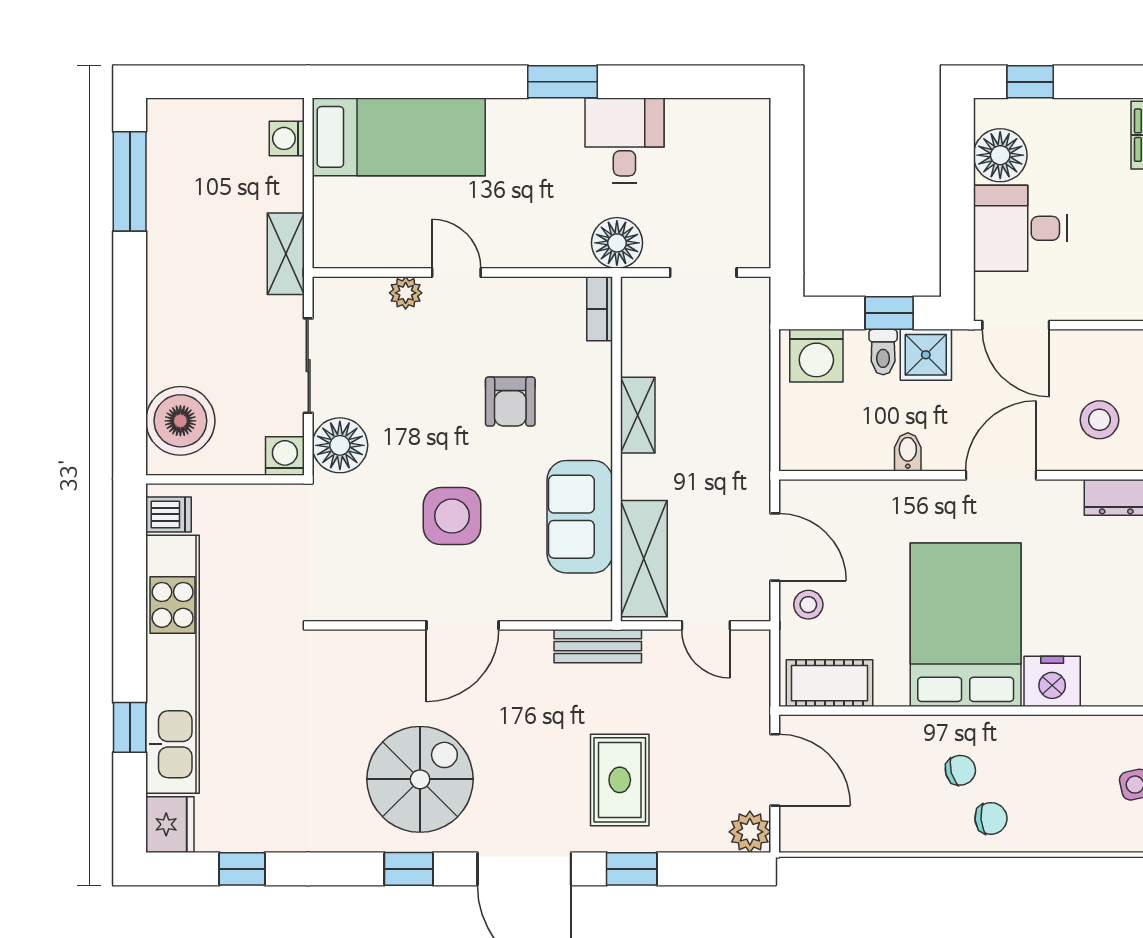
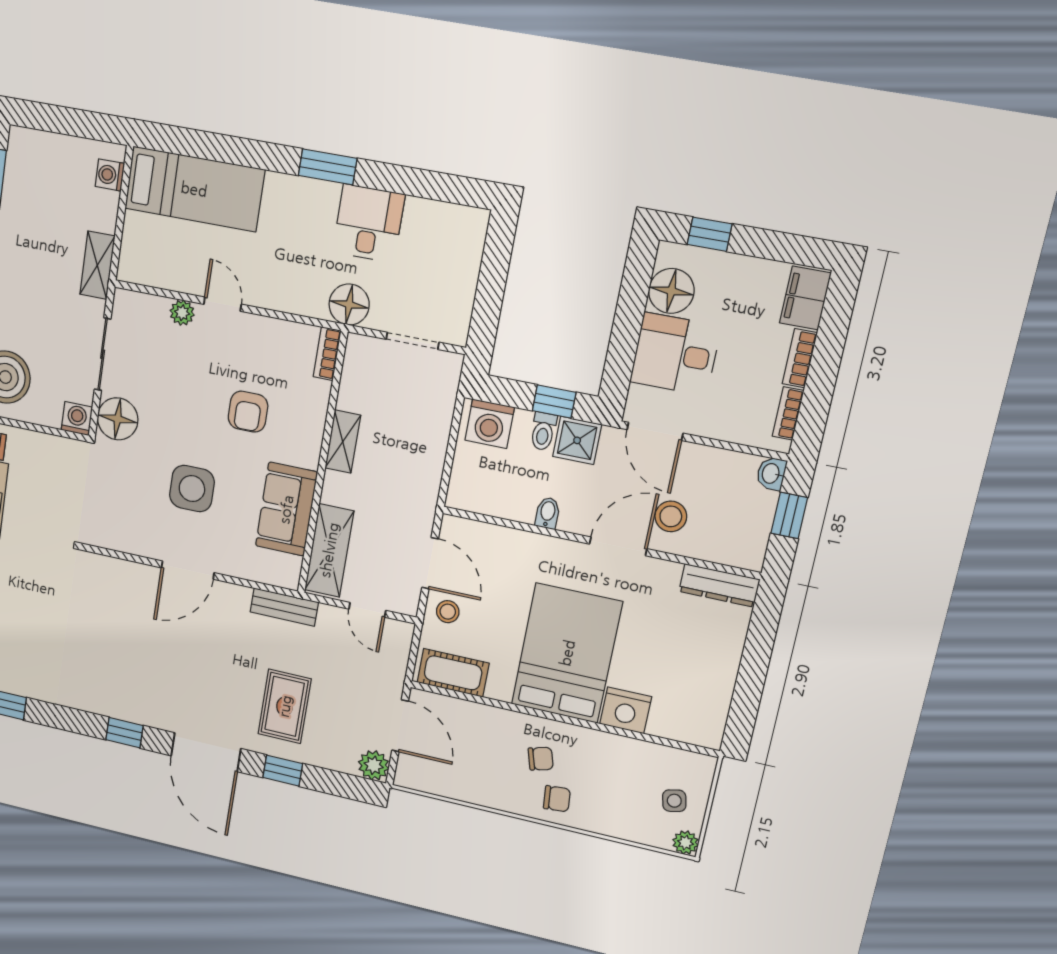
stool: (1099, 420) -> (671, 516), moved
spiral stairs: (420, 779) -> (141, 673), removed

